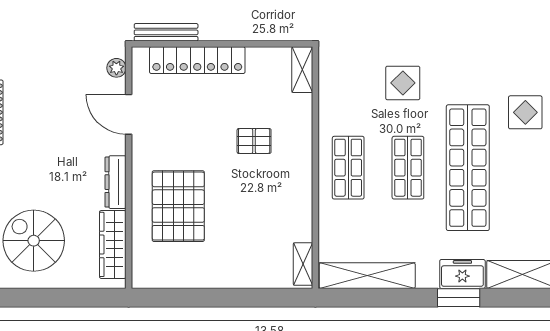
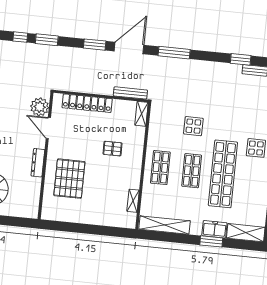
bench: (166, 32) -> (130, 93), moved
plant: (116, 68) -> (40, 107), width x1.88, depth x1.88
wardrobe: (113, 244) -> (33, 195), removed
shelving: (303, 264) -> (133, 201), moved

